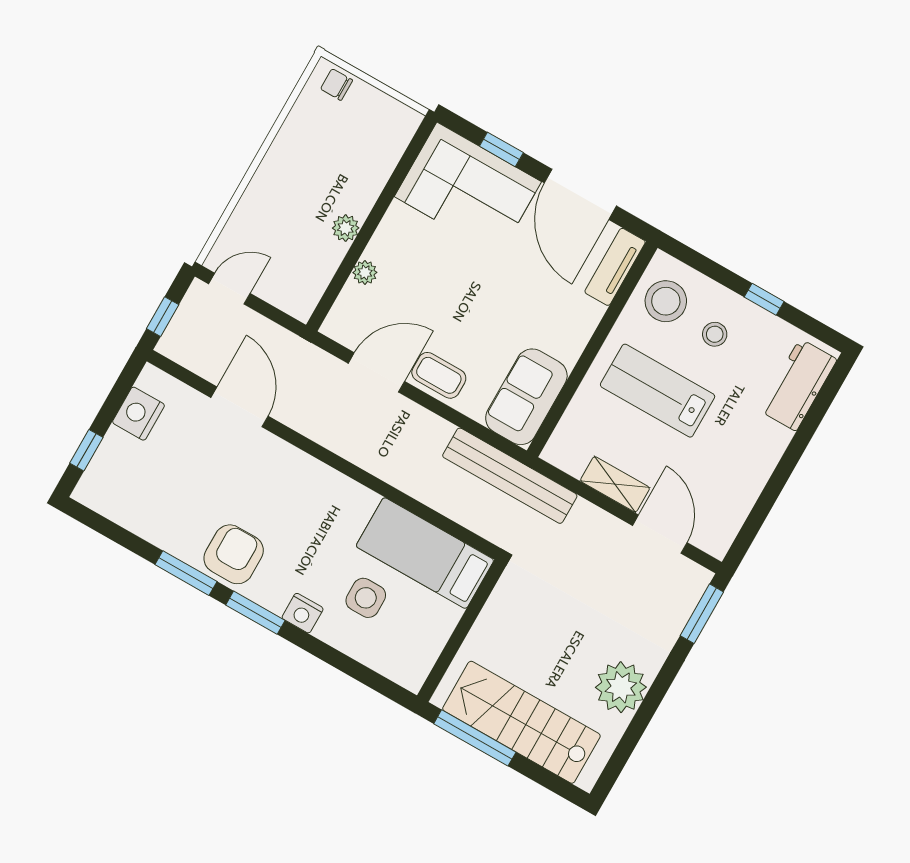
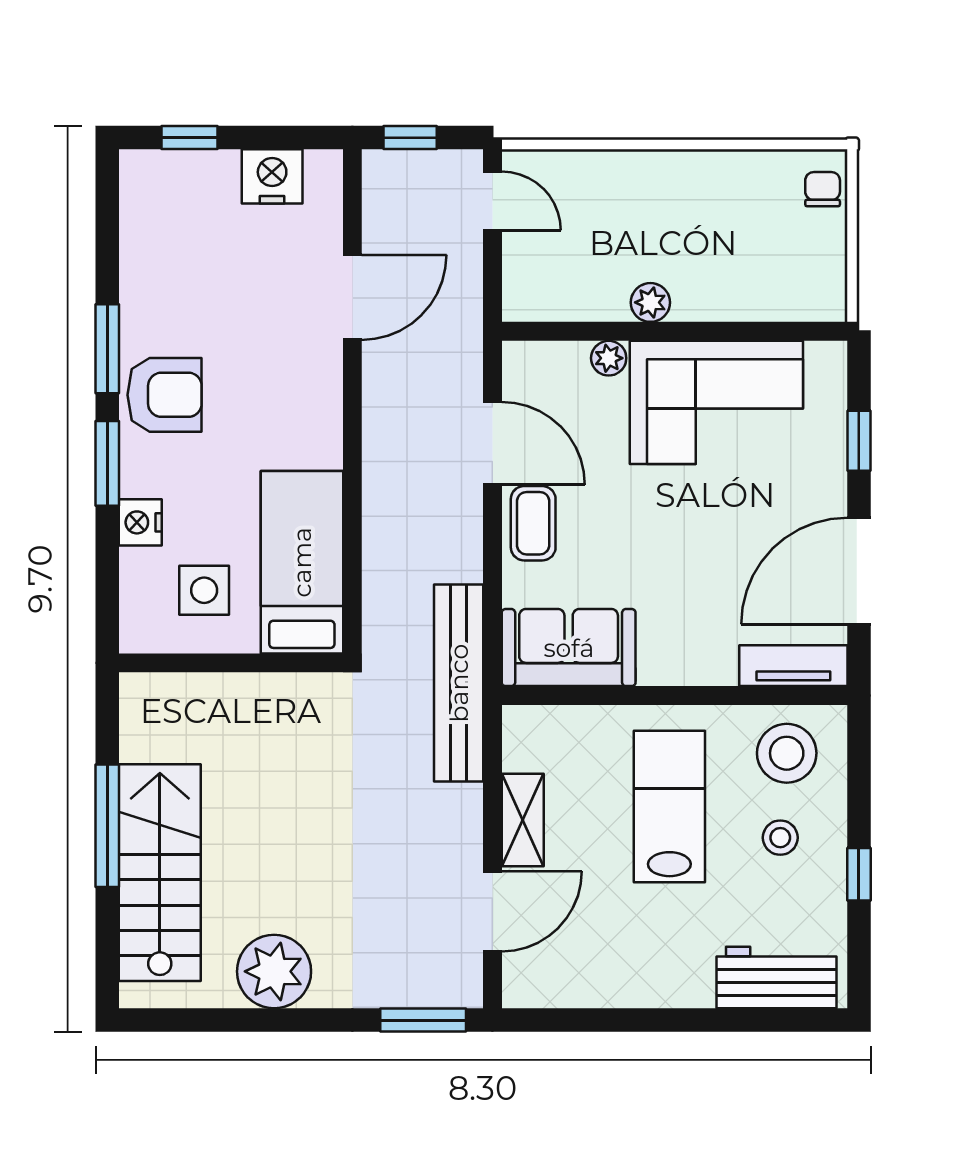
corner sofa: (468, 189) -> (716, 402), moved, turned -90
bed: (425, 553) -> (302, 562), moved
wall: (461, 631) -> (231, 663), moved

